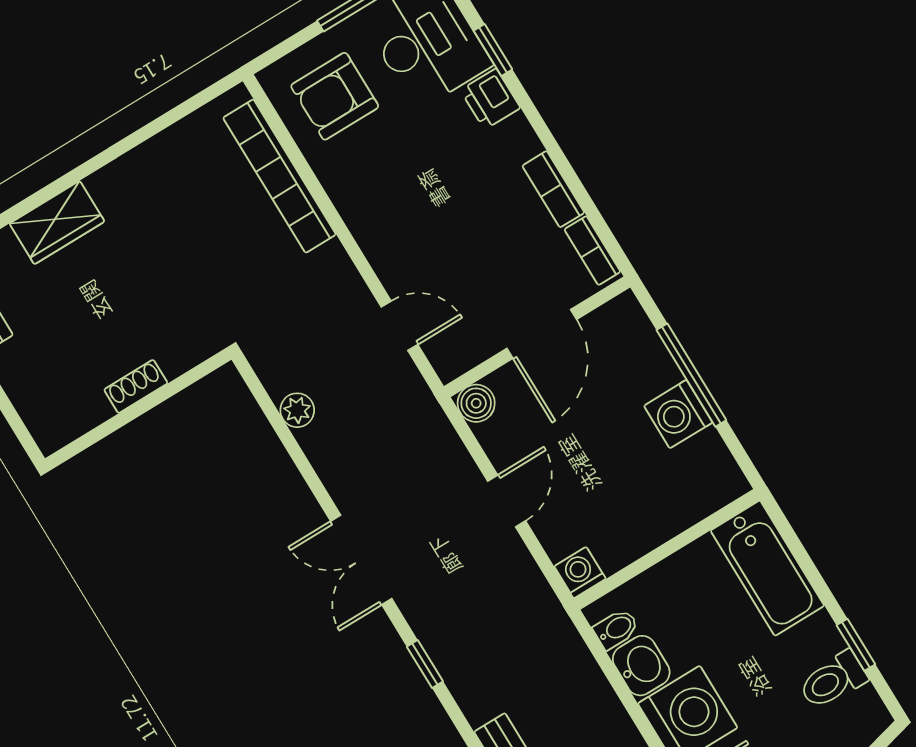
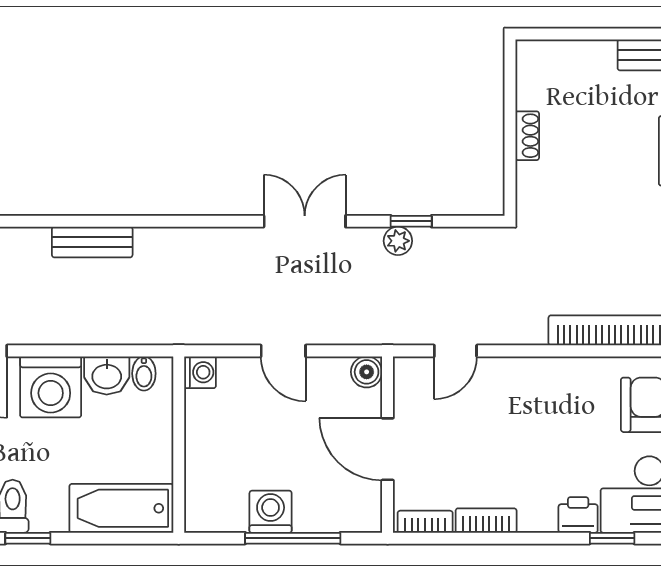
plant: (297, 410) -> (398, 241), moved
window: (425, 664) -> (411, 221), moved

